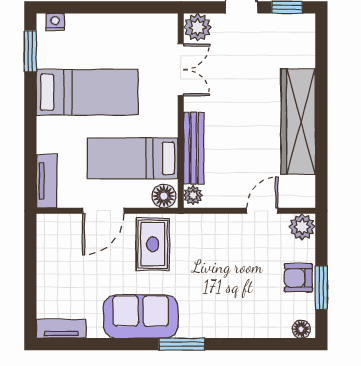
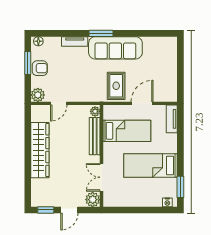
floor lamp: (164, 196) -> (110, 111), removed
sofa: (141, 317) -> (115, 48), width x1.36
tv unit: (61, 329) -> (75, 41), moved

